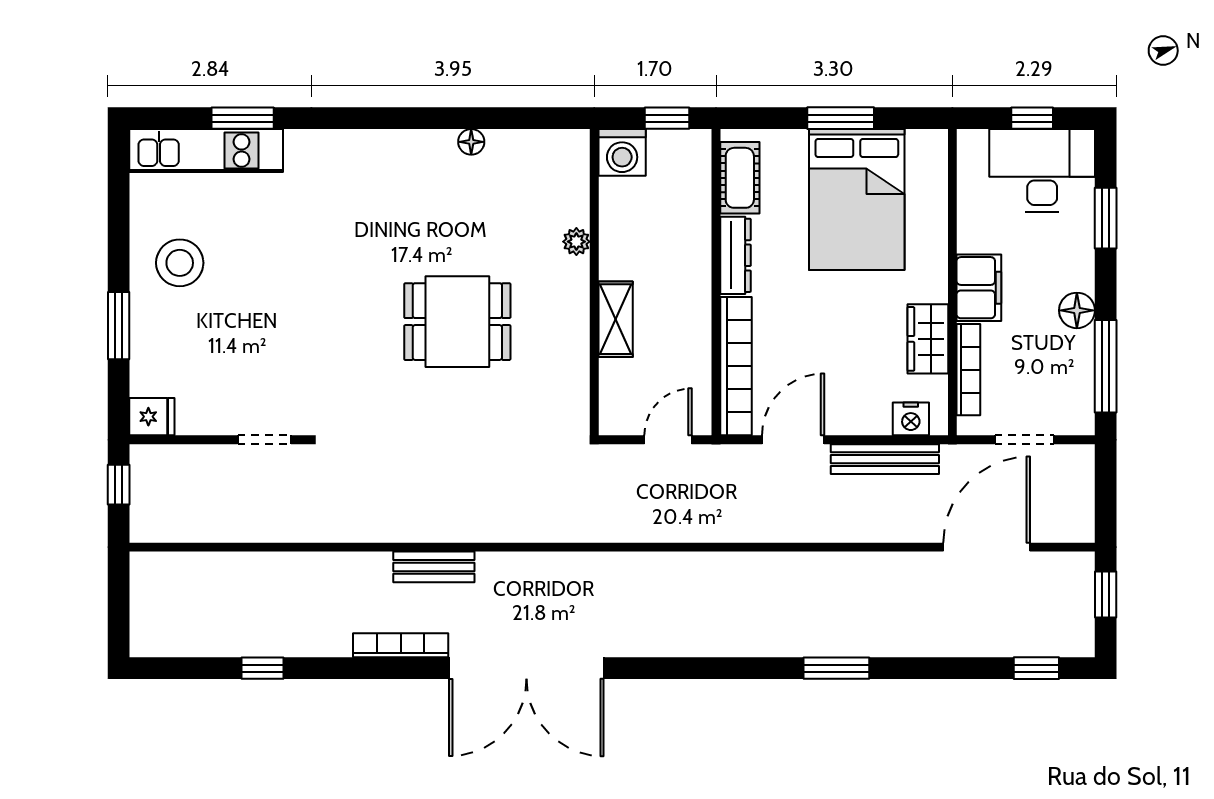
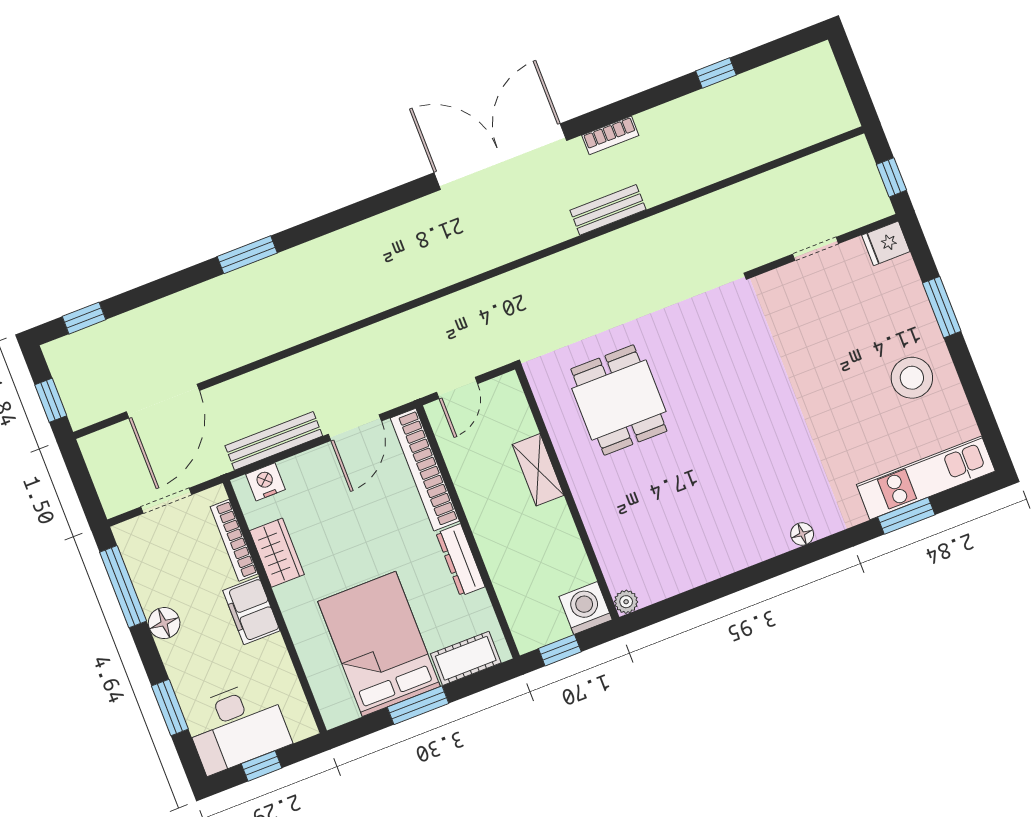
floor lamp: (471, 142) -> (802, 534), moved
cot: (740, 178) -> (466, 658), moved, turned 90
plant: (576, 242) -> (626, 602), moved
dining table: (457, 322) -> (619, 400), moved, turned 90
doorway: (264, 440) -> (816, 249), moved
bookcase: (401, 645) -> (610, 135), width x0.64

